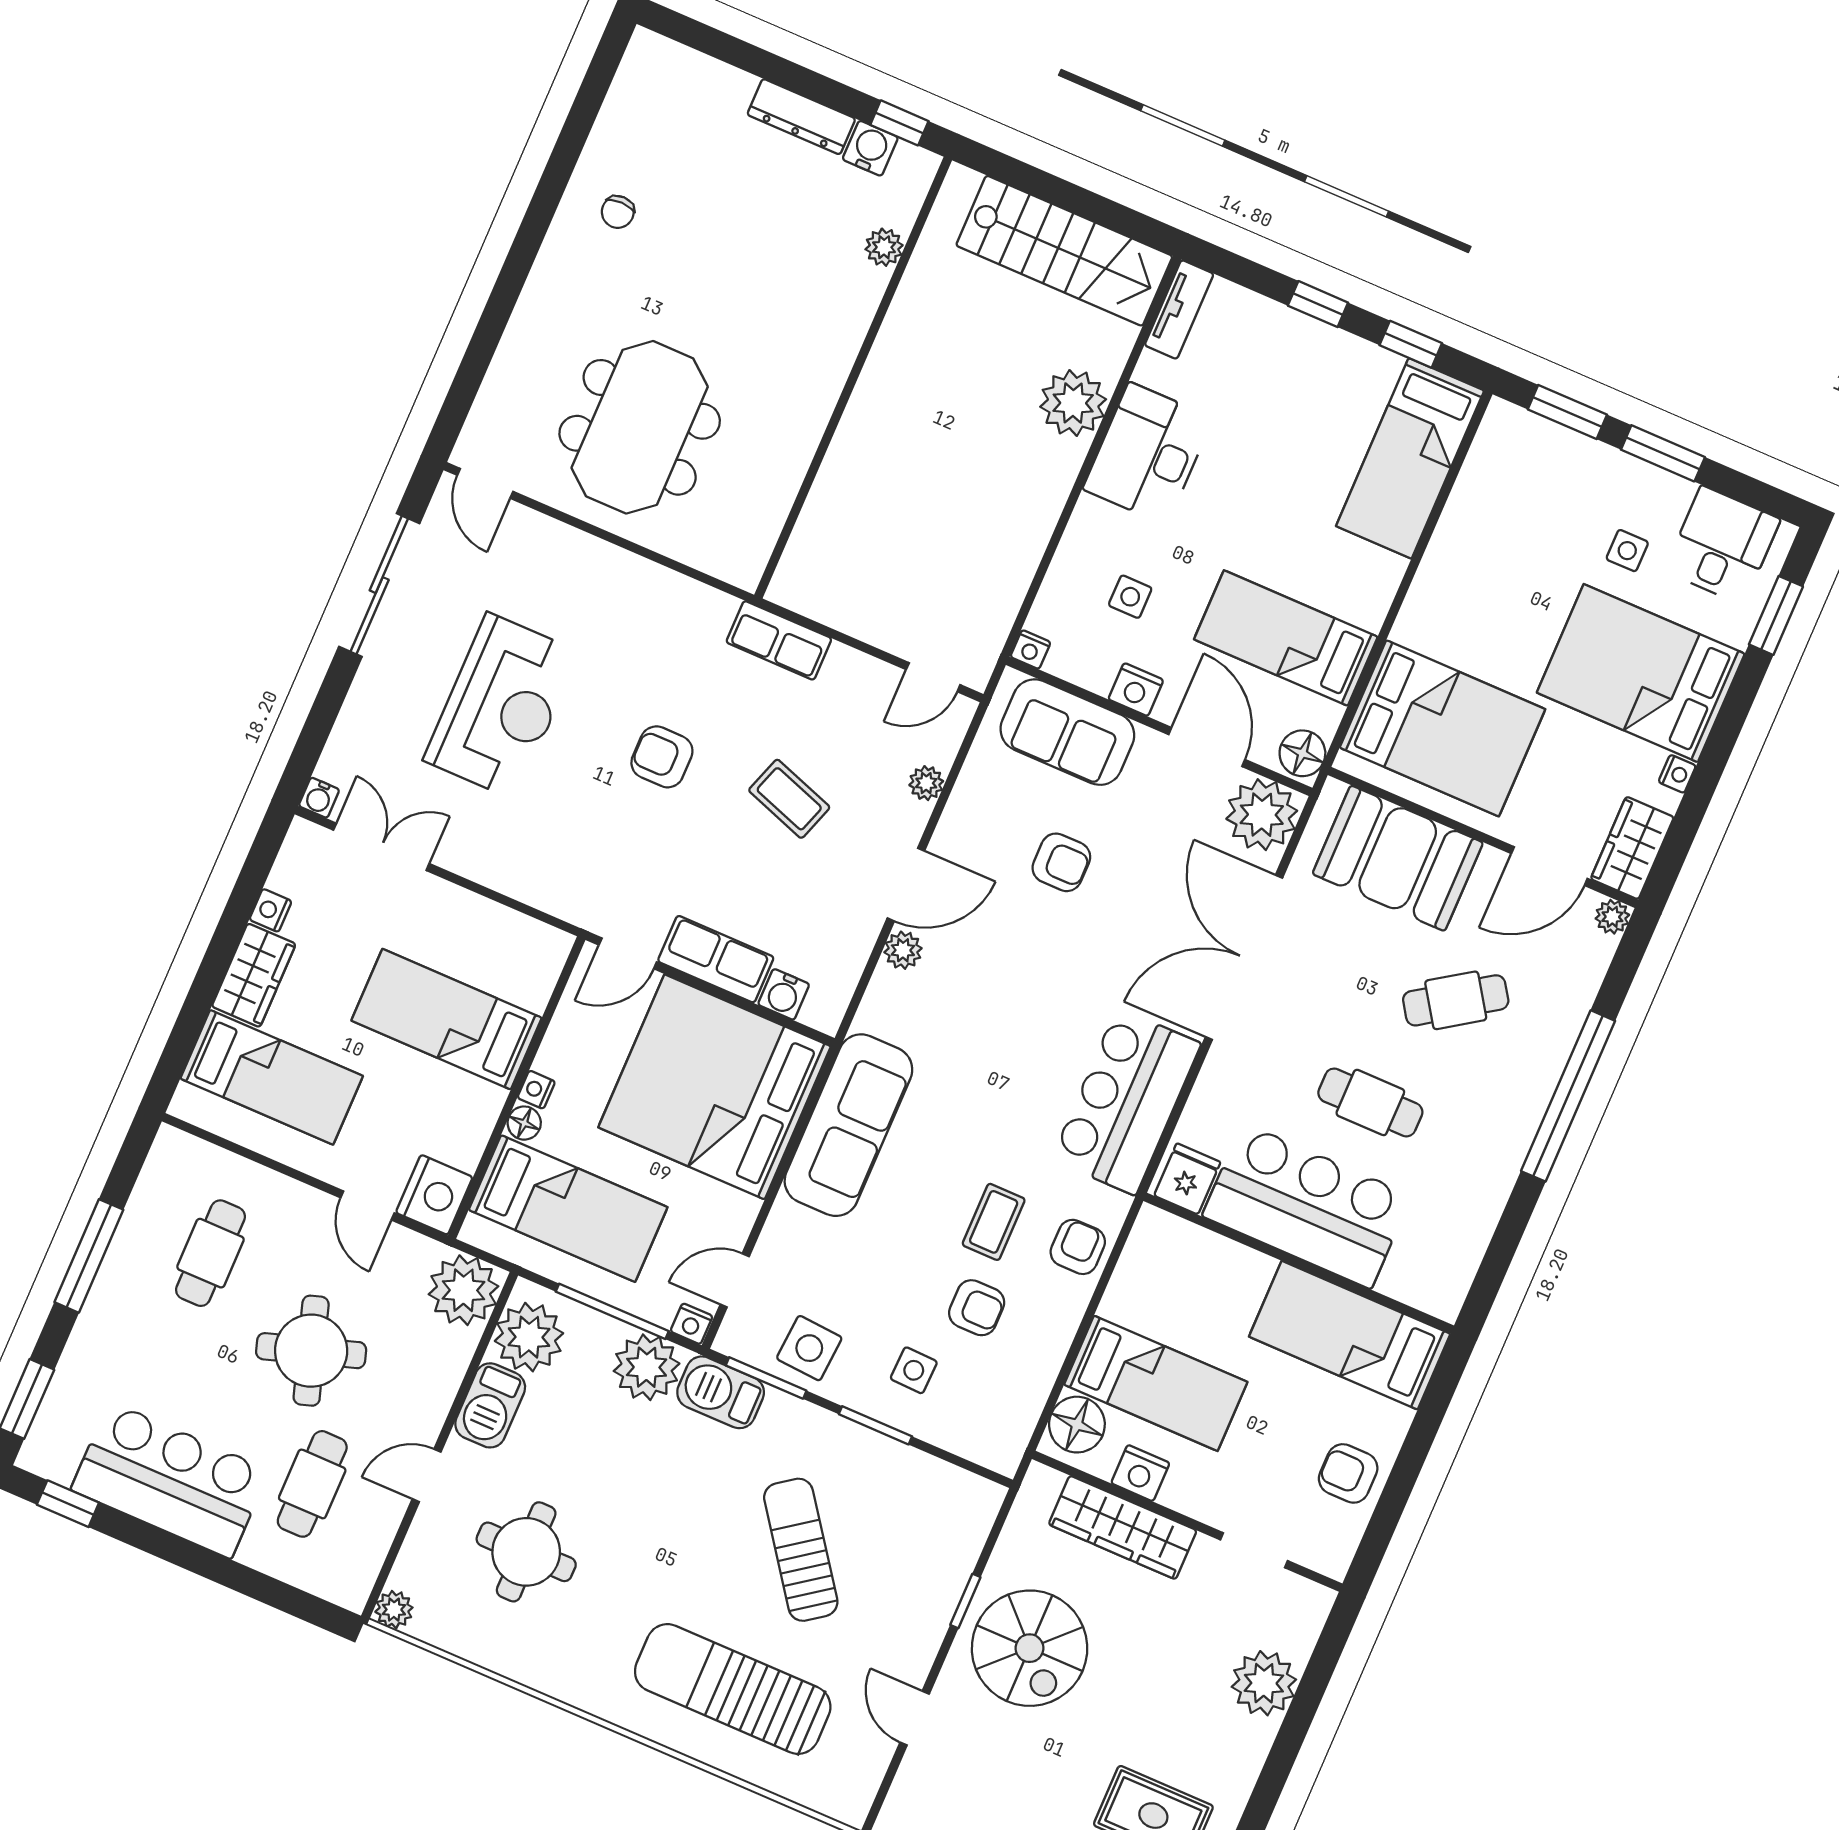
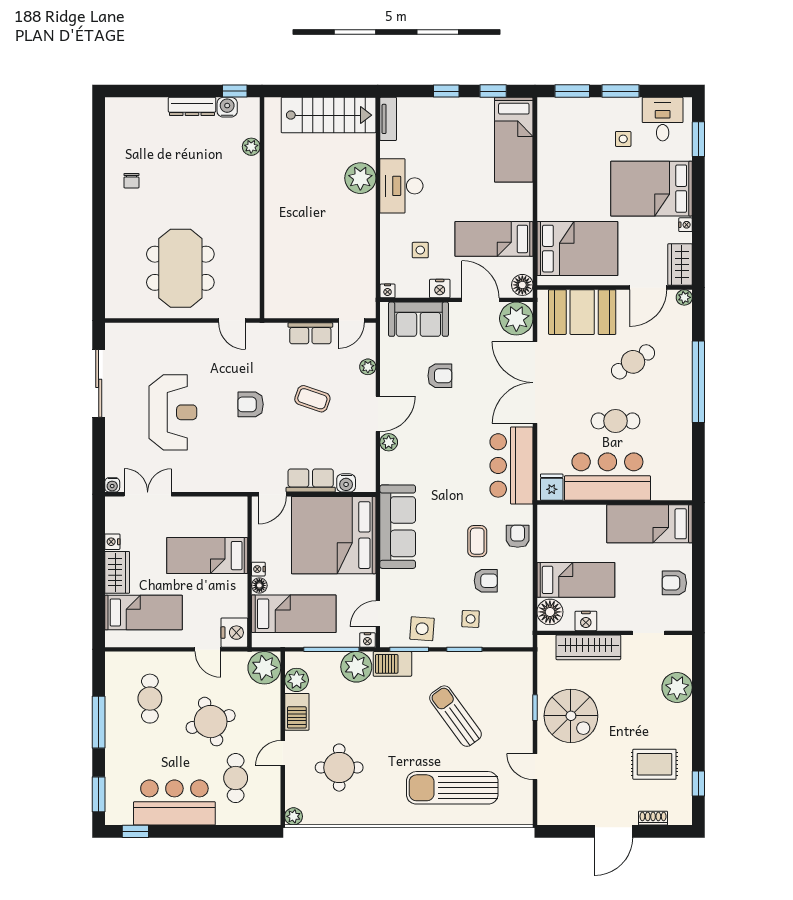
door: (485, 483) -> (232, 321), moved
row of seats: (779, 640) -> (310, 333), moved
plant: (529, 1337) -> (297, 680), width x0.73, depth x0.73

